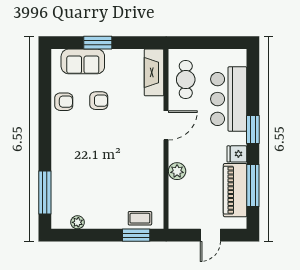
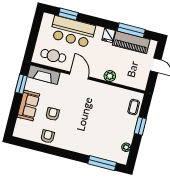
window: (98, 43) -> (21, 84), moved
sofa: (83, 61) -> (28, 105), moved
window: (253, 130) -> (68, 14), moved
window: (136, 235) -> (140, 126), moved

